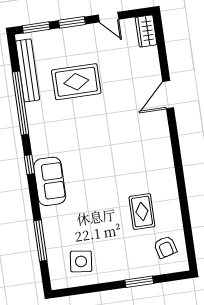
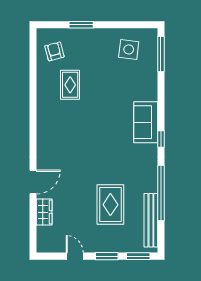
wardrobe: (146, 31) -> (44, 212), moved
rug: (76, 82) -> (110, 205), turned 90
window: (40, 241) -> (161, 54), moved

